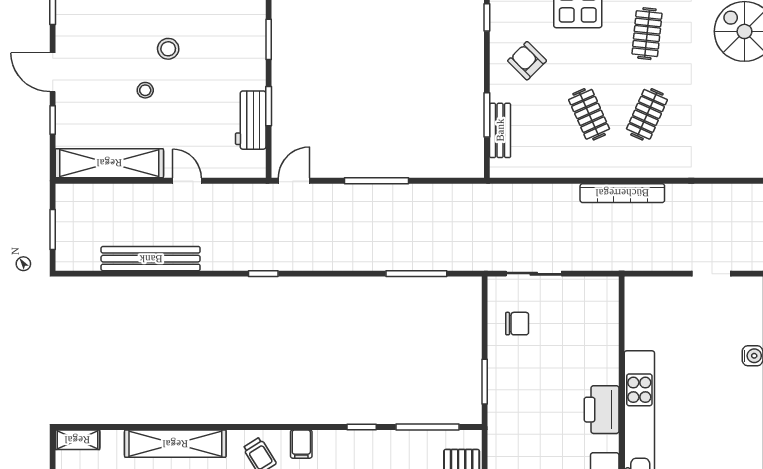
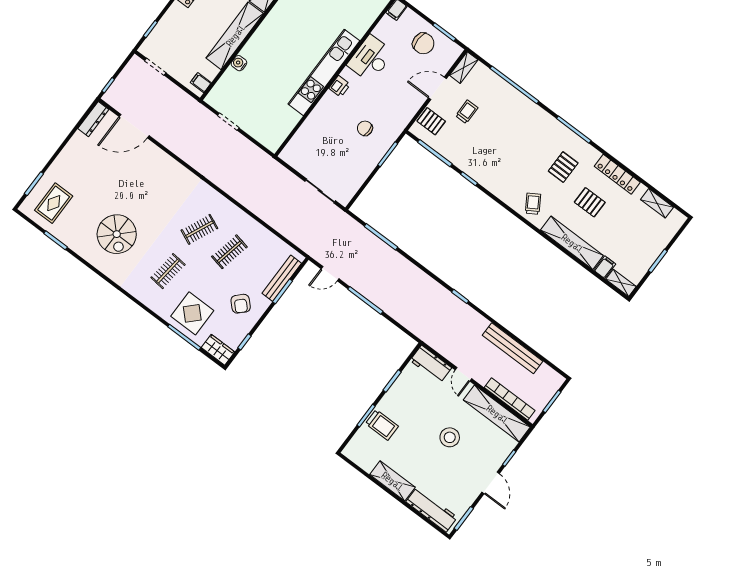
trolley: (240, 43) -> (382, 425), added
stool: (168, 49) -> (422, 450), removed
stool: (145, 90) -> (450, 437), width x1.89, depth x1.89
clothes rail: (589, 114) -> (229, 252), turned 36
workbench: (251, 120) -> (431, 364), moved, turned 90
bench: (500, 130) -> (282, 278), width x1.36
door: (294, 181) -> (330, 274), moved
bookcase: (622, 193) -> (510, 399), moved
chair: (517, 324) -> (365, 128), moved
printer: (602, 410) -> (340, 86), width x0.53, depth x0.68
filing cabinet: (301, 444) -> (605, 267), moved

